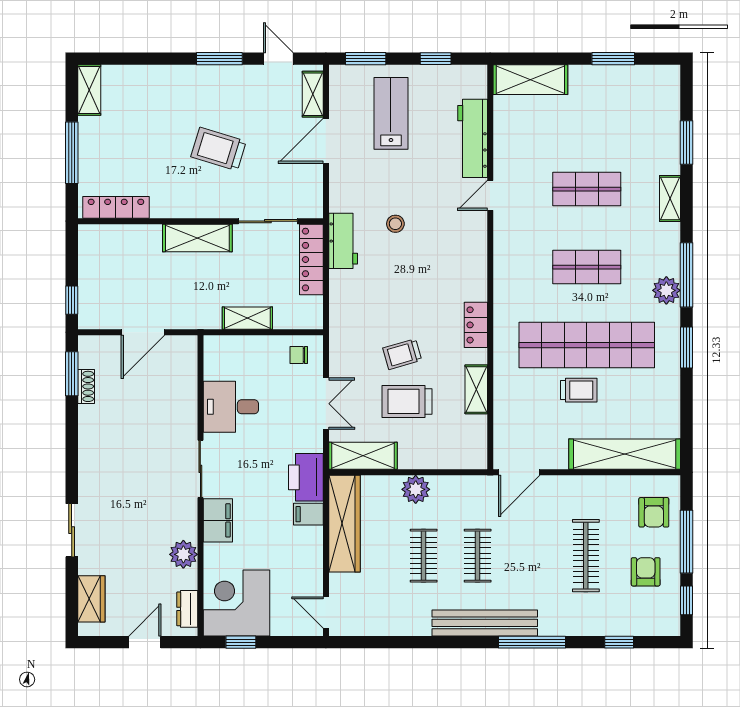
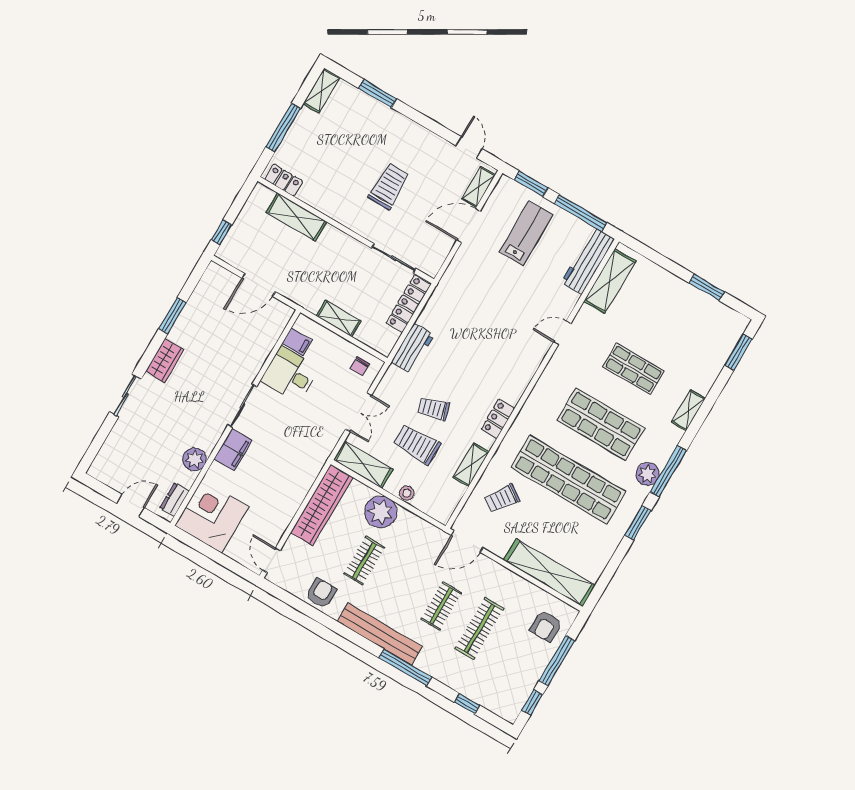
window: (219, 59) -> (378, 93), moved
window: (436, 59) -> (581, 213), width x2.17
shelving: (530, 80) -> (610, 281), moved, turned 90
workbench: (473, 138) -> (588, 261), moved
window: (686, 142) -> (738, 352), moved
trolley: (219, 149) -> (389, 186), turned 73
locker: (116, 207) -> (284, 180), width x0.66
stool: (395, 224) -> (407, 493), moved
shelving: (197, 238) -> (296, 217), moved
workbench: (343, 241) -> (413, 348), moved
shop shelf: (587, 267) -> (601, 424), width x1.43, depth x1.36
chair: (299, 355) -> (360, 366), turned -90
window: (72, 374) -> (172, 316), moved
shoe rack: (86, 386) -> (196, 300), removed
trolley: (579, 390) -> (502, 498), moved, turned 125
printer: (306, 477) -> (314, 456), removed
plant: (416, 489) -> (381, 512), width x1.36, depth x1.36
filing cabinet: (308, 514) -> (297, 342), moved, turned 180
clothes rail: (478, 556) -> (441, 606), moved
armchair: (646, 572) -> (321, 593), moved
wardrobe: (91, 599) -> (165, 360), moved
window: (241, 642) -> (199, 546), removed

